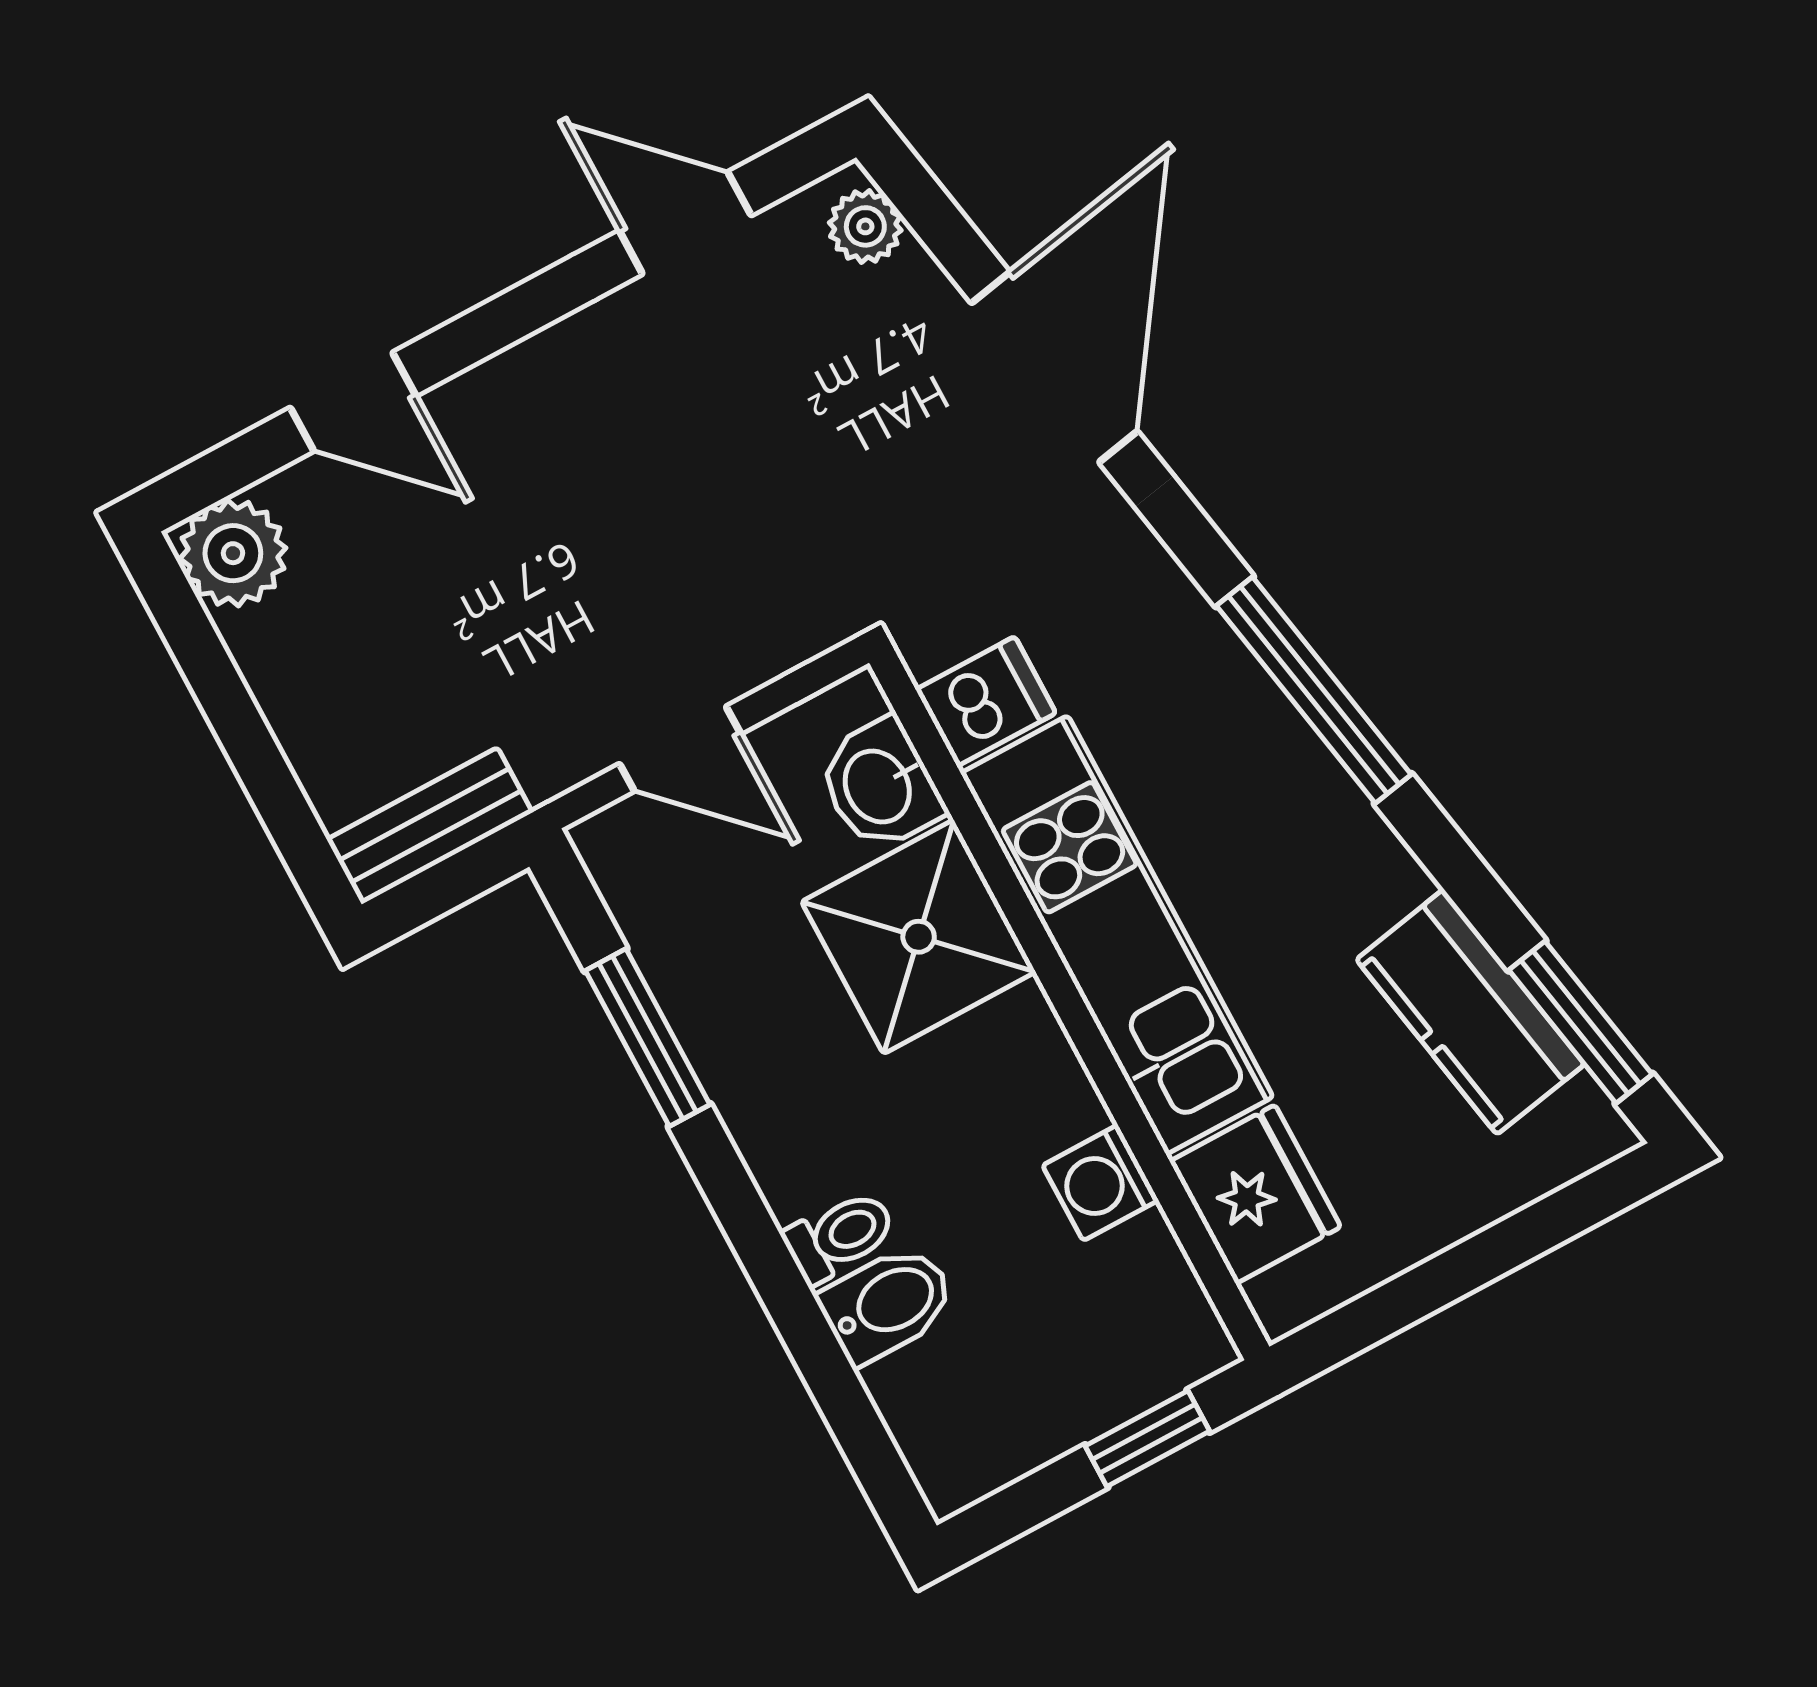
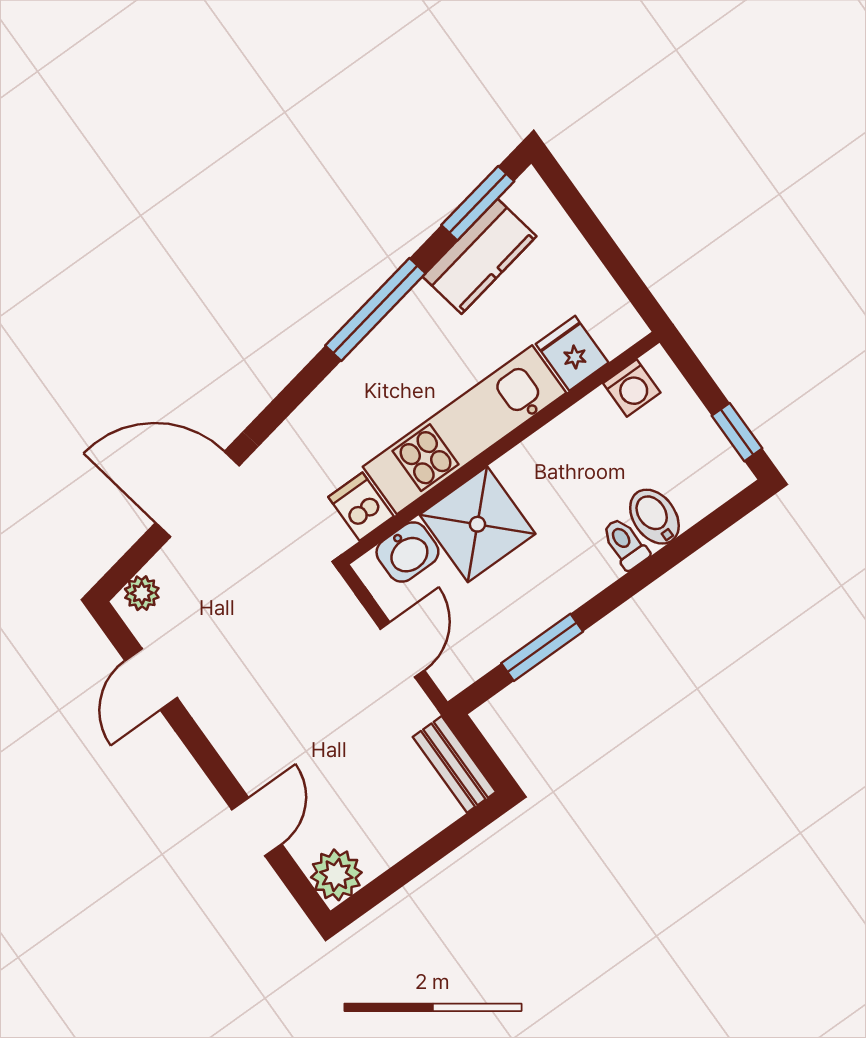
window: (1314, 690) -> (375, 309), moved
washing machine: (1101, 1183) -> (632, 388), moved
fridge: (1255, 1194) -> (572, 353), width x0.72
window: (1147, 1439) -> (737, 432), moved

